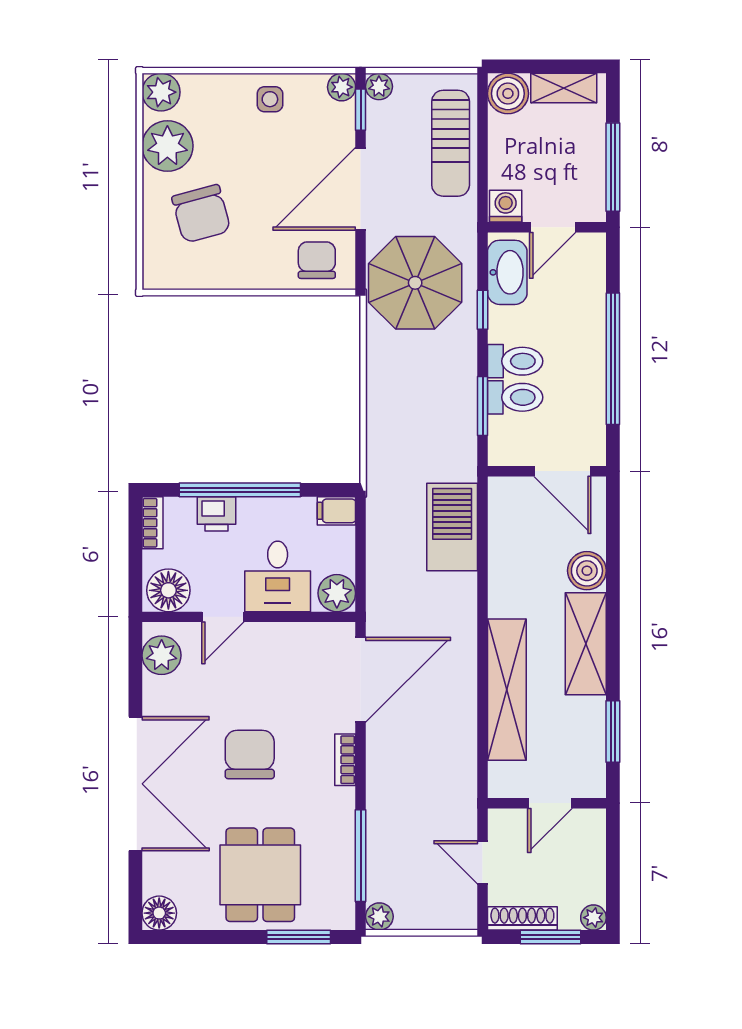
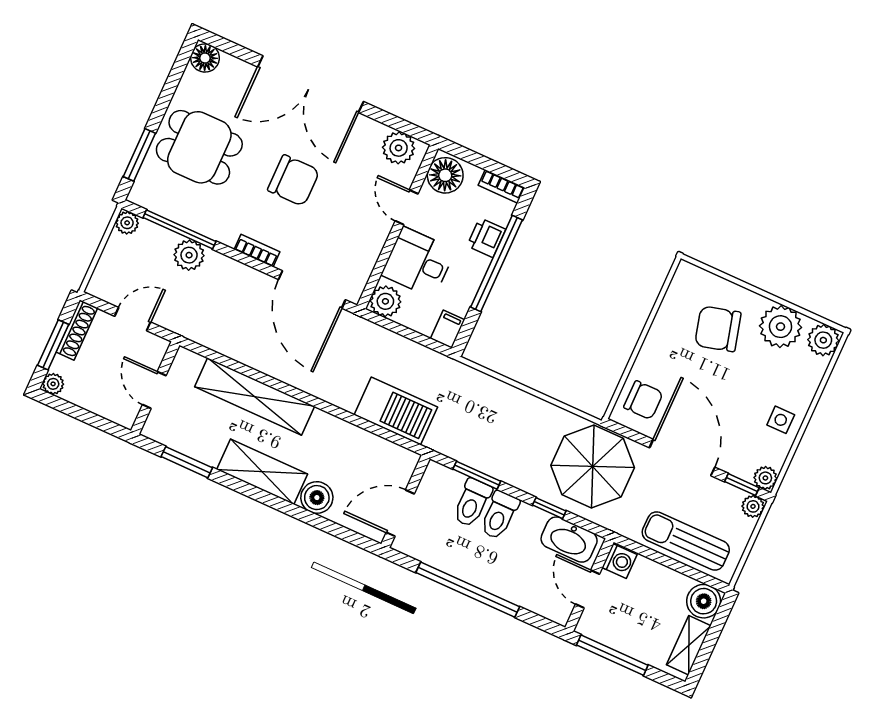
plant: (384, 832) -> (189, 255), added

